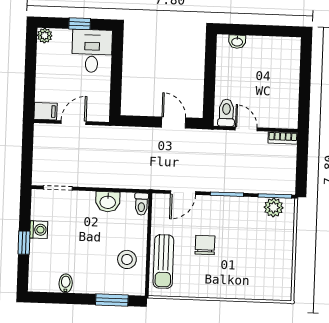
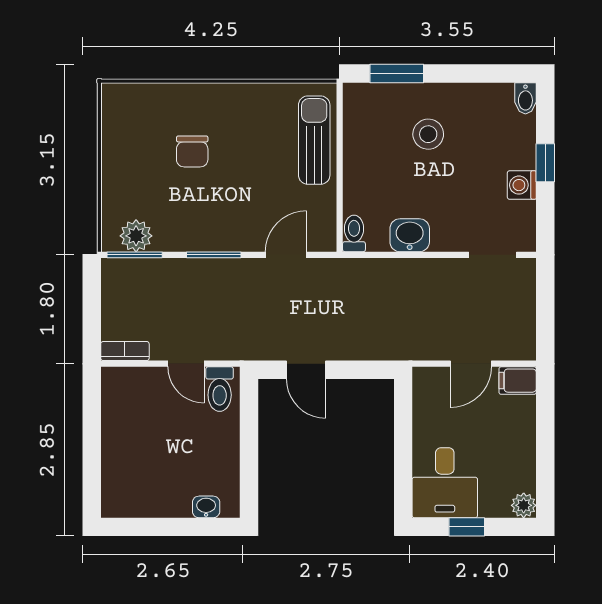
chair: (205, 245) -> (192, 151), moved
stool: (127, 259) -> (428, 134), moved
bidet: (66, 283) -> (525, 98), moved

